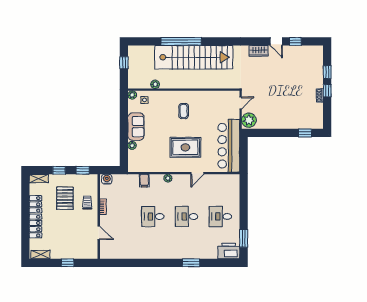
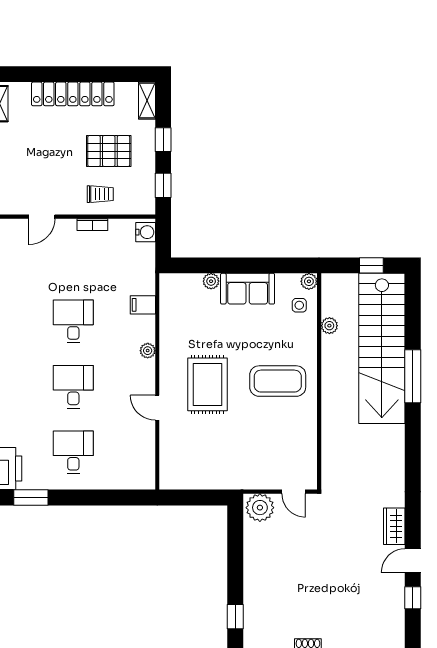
window: (181, 41) -> (413, 376), width x0.68
stairs: (194, 57) -> (382, 348), moved
coffee table: (184, 111) -> (278, 381), width x1.86, depth x1.72
bar counter: (229, 146) -> (211, 469), removed

